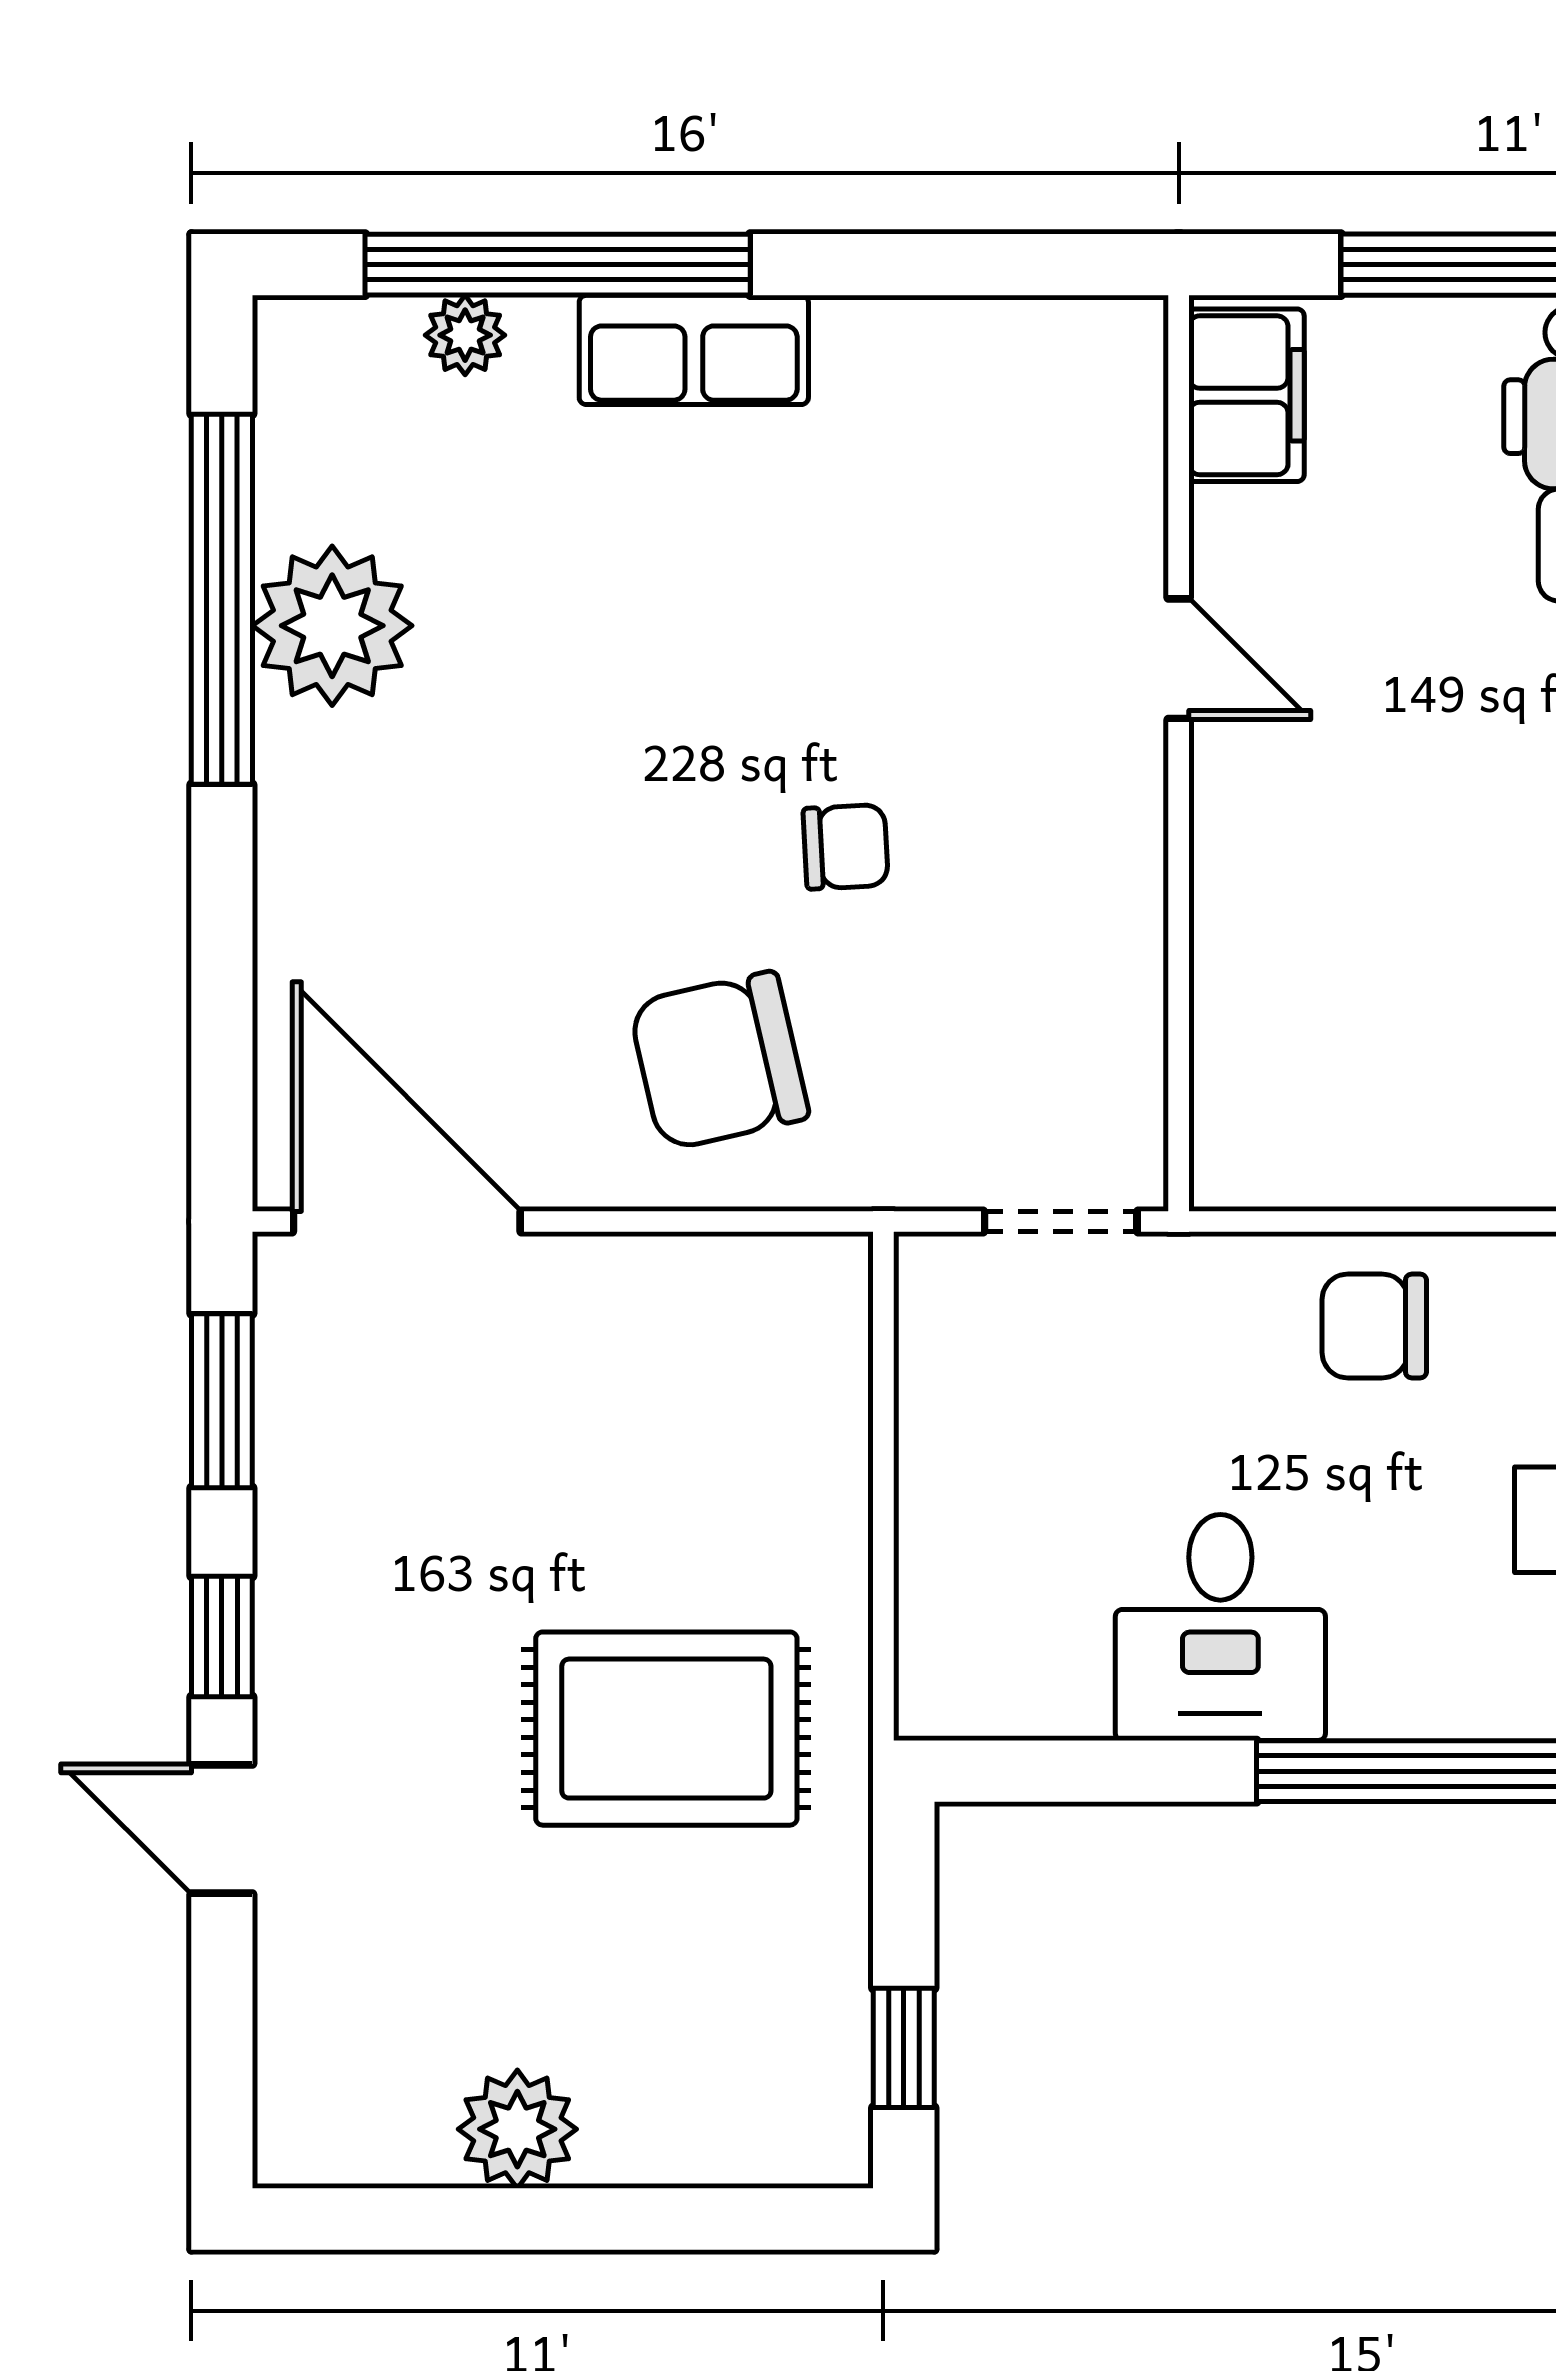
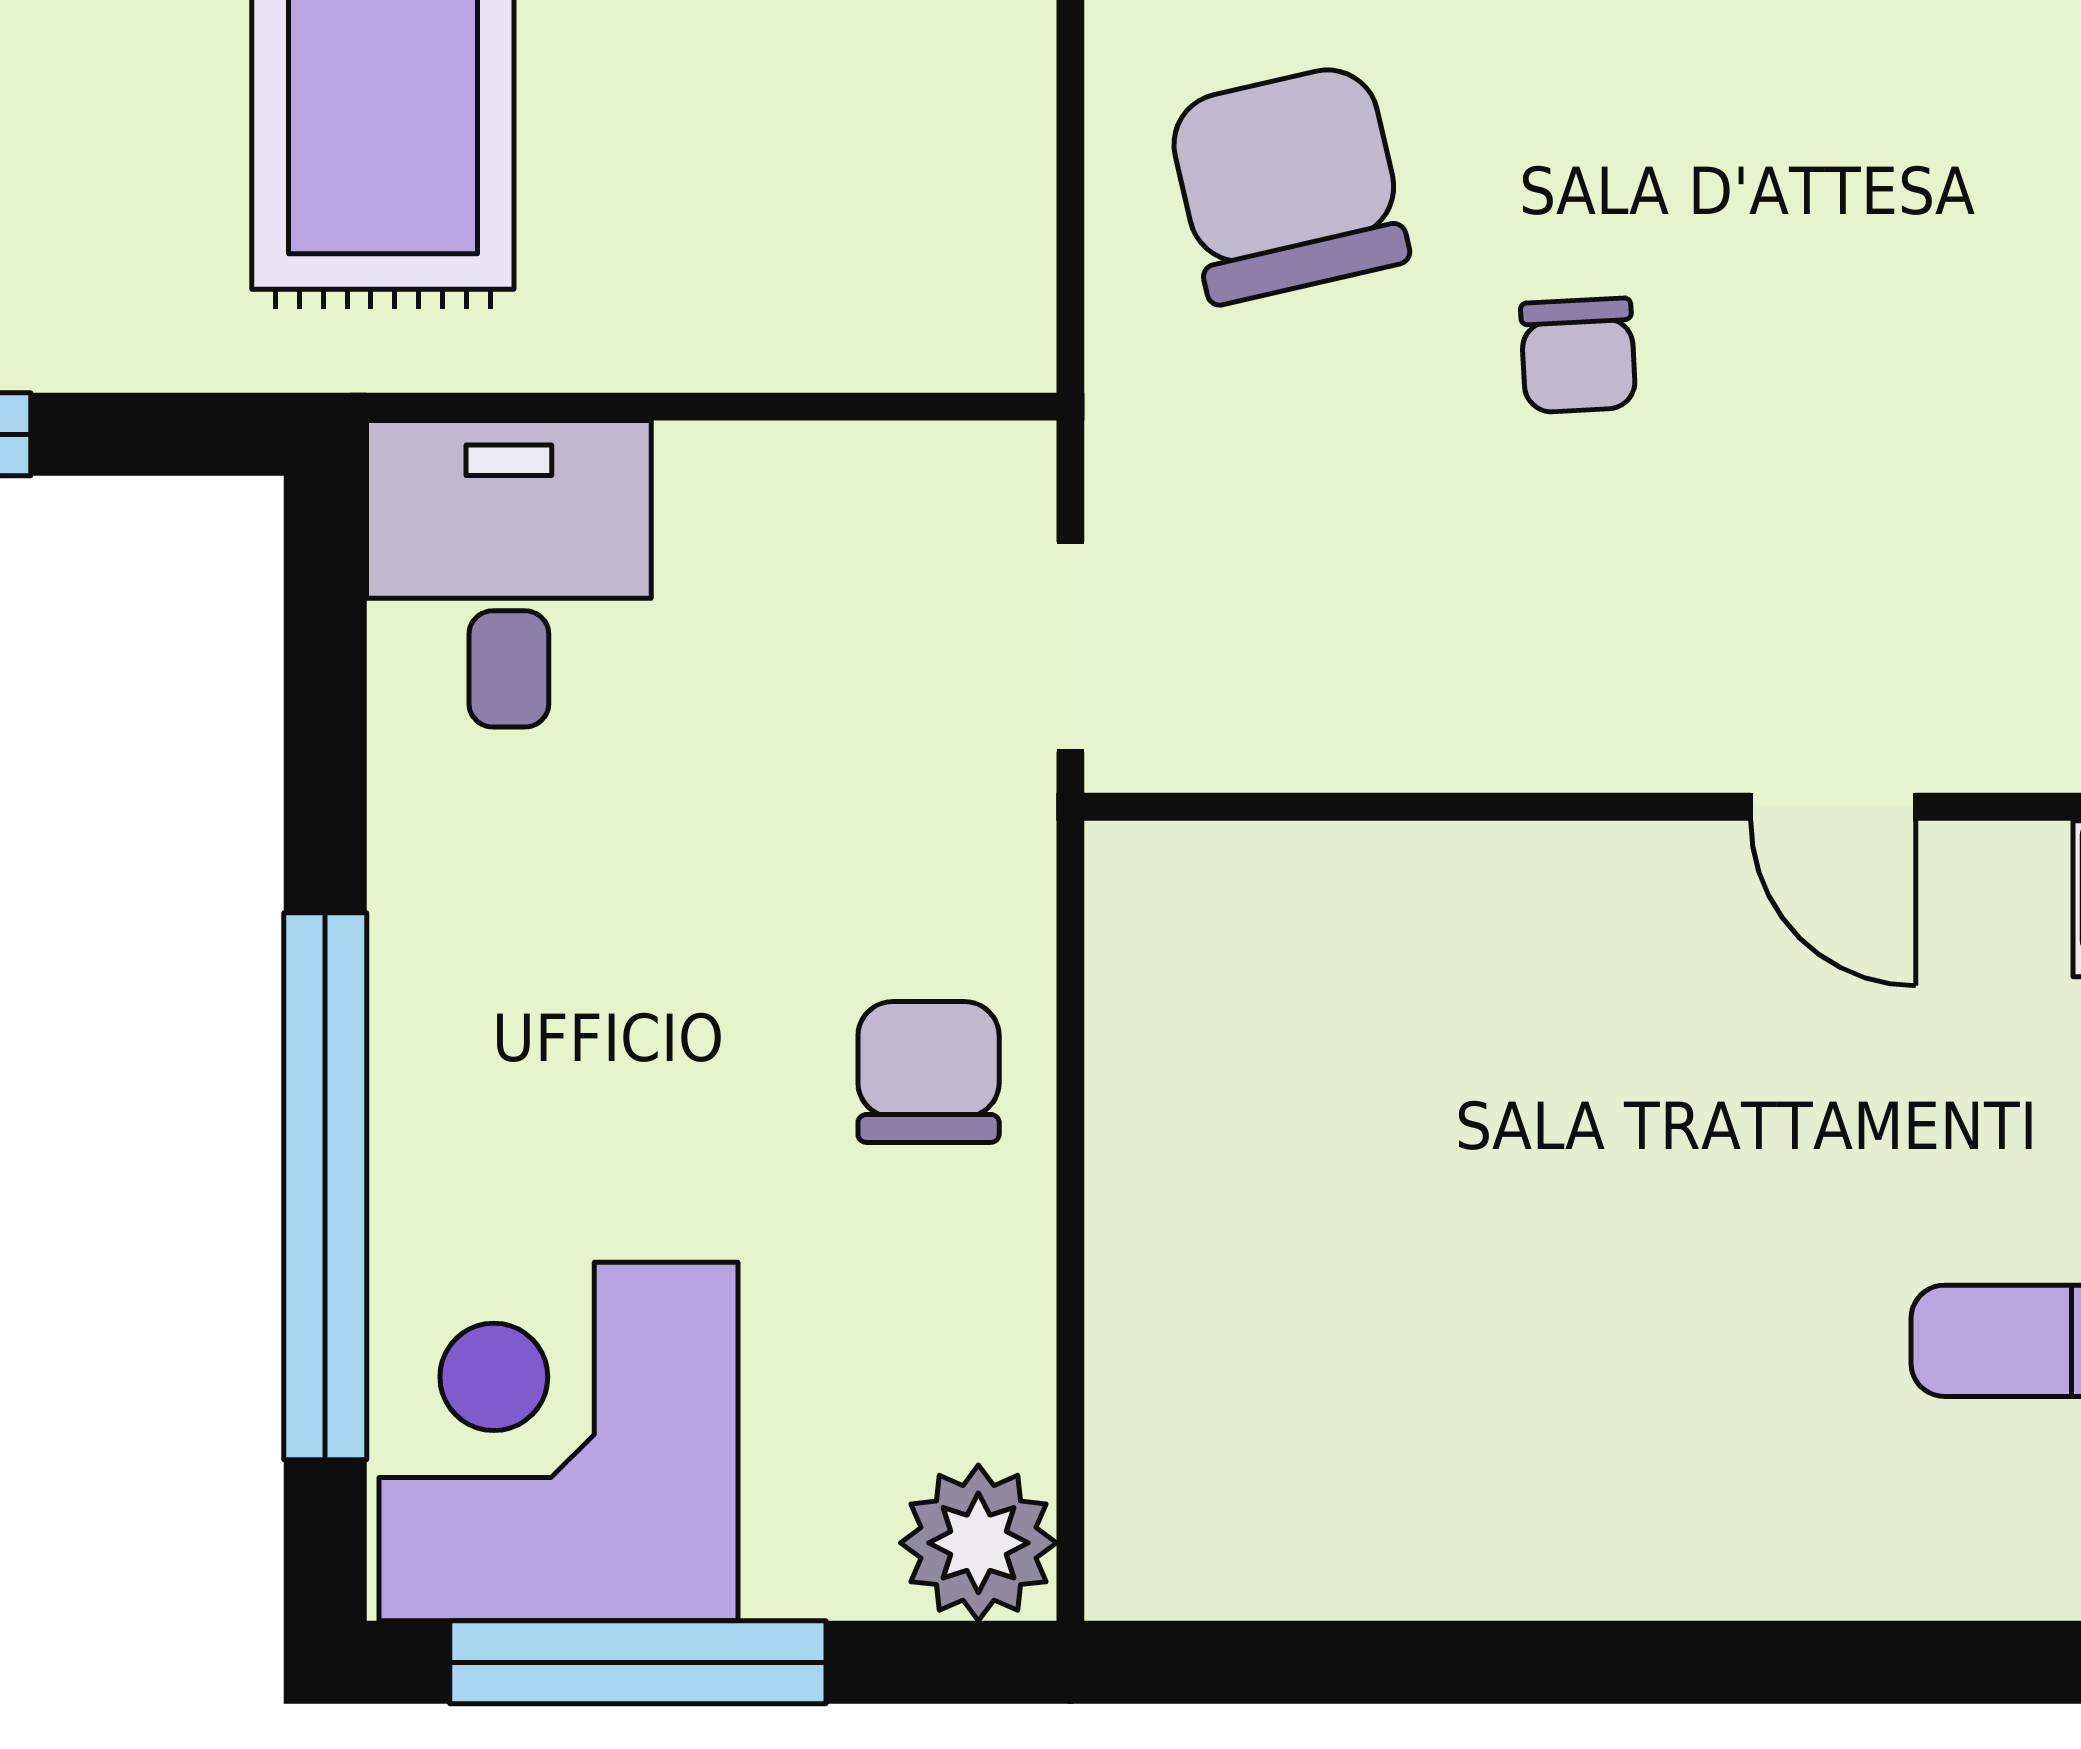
door: (1179, 659) -> (1833, 807), hinge flipped
desk: (1220, 1627) -> (509, 574), moved, turned 90

